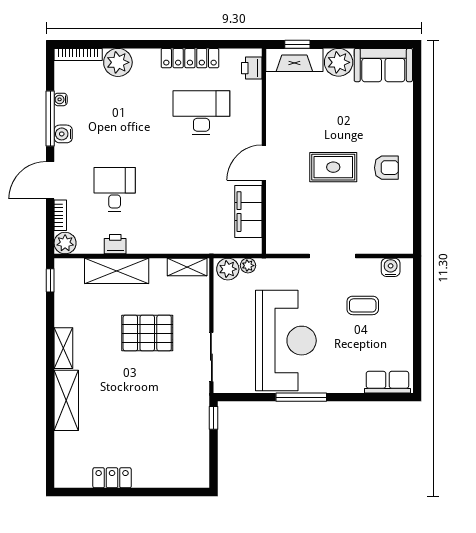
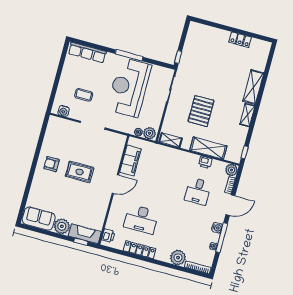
pallet: (147, 333) -> (201, 111), turned 90
row of seats: (387, 382) -> (87, 53), width x1.48

